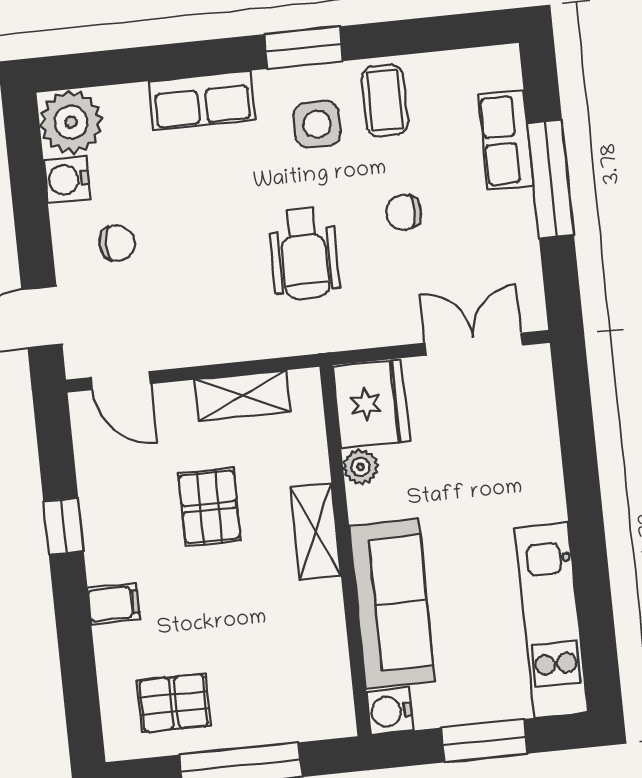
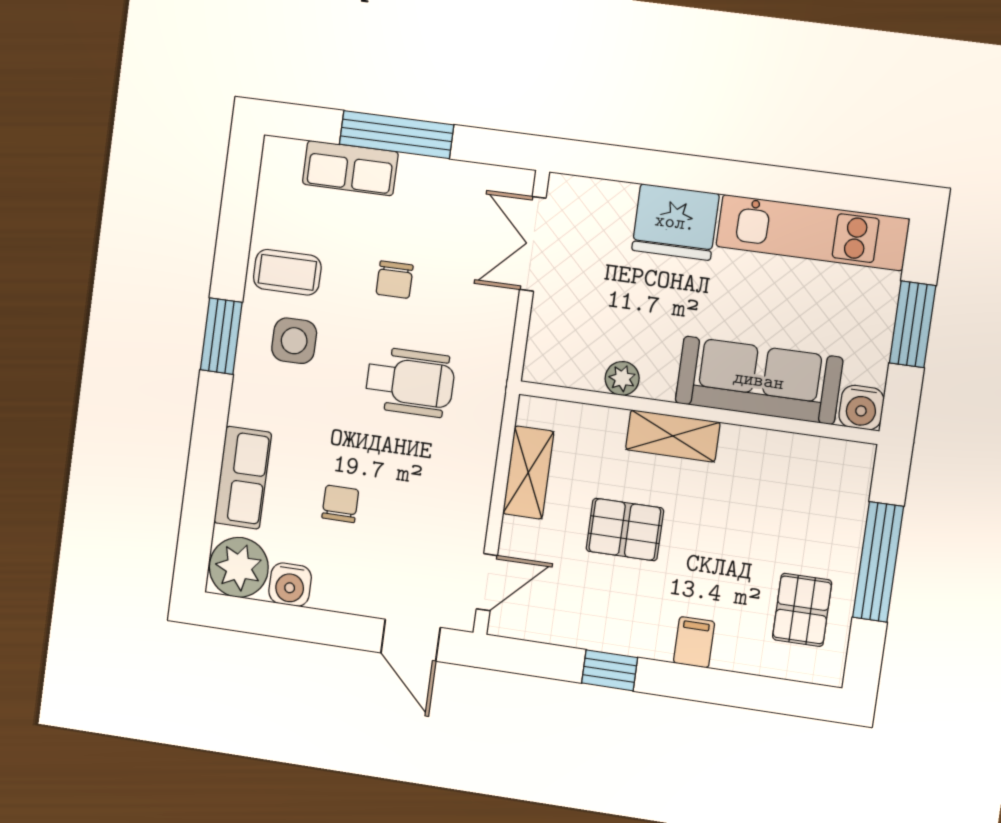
row of seats: (202, 100) -> (243, 478), moved
chair: (117, 243) -> (340, 504), moved
fridge: (371, 404) -> (675, 222), moved, turned 180

